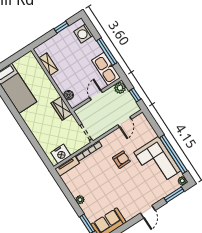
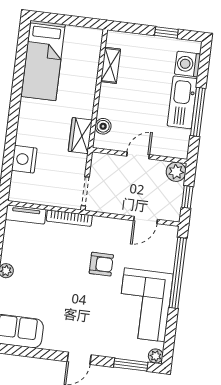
kitchen sink: (106, 69) -> (182, 102), moved
nightstand: (61, 154) -> (24, 159), moved, turned 90
window: (173, 154) -> (178, 273), moved

